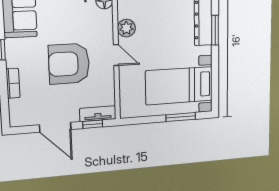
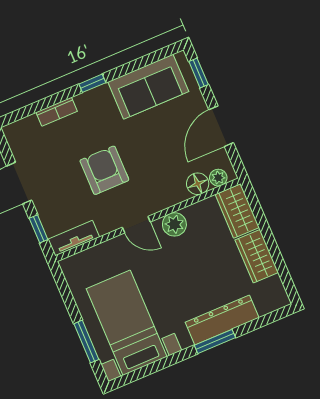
door: (116, 55) -> (136, 225), hinge flipped
armchair: (69, 64) -> (104, 170), width x0.73, depth x0.73
tv unit: (98, 114) -> (74, 238), moved, turned -90

